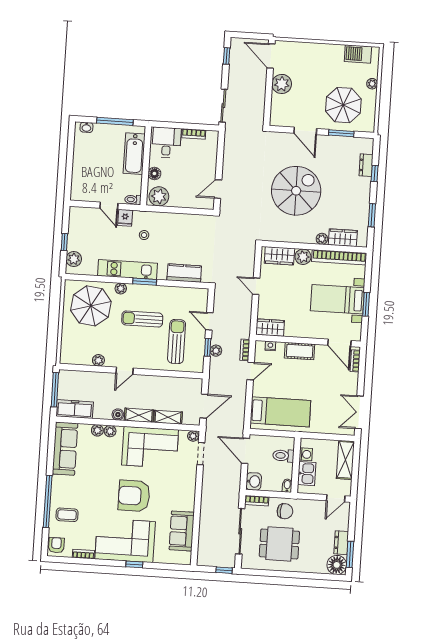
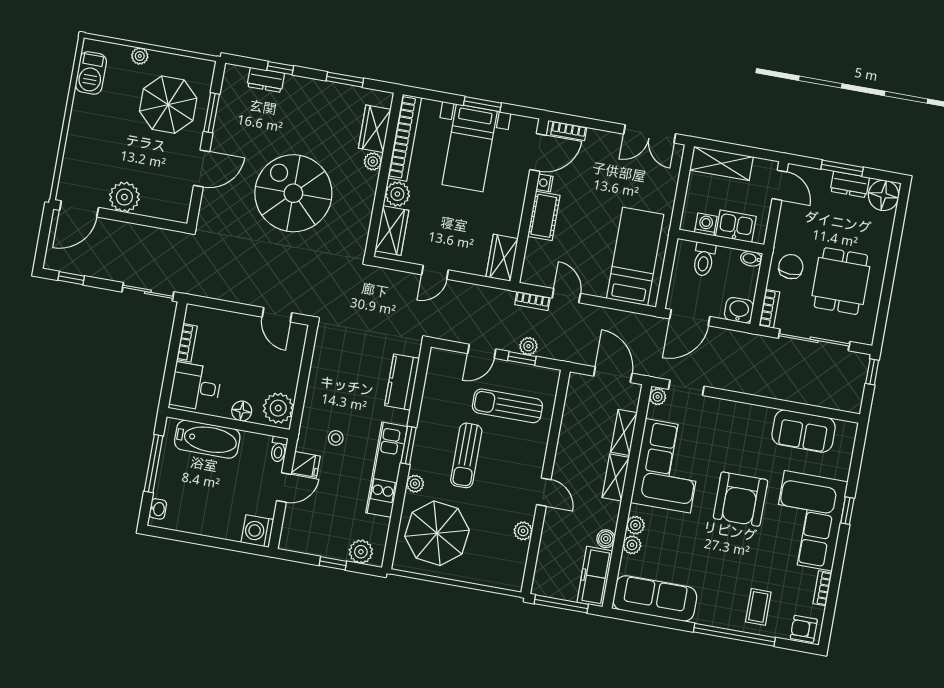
washing machine: (79, 192) -> (257, 531), added
nightstand: (270, 346) -> (545, 183), moved
boiler: (118, 415) -> (606, 539), moved
window: (350, 554) -> (842, 168), moved

